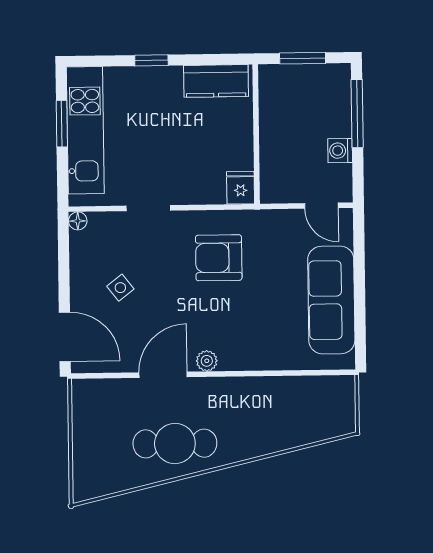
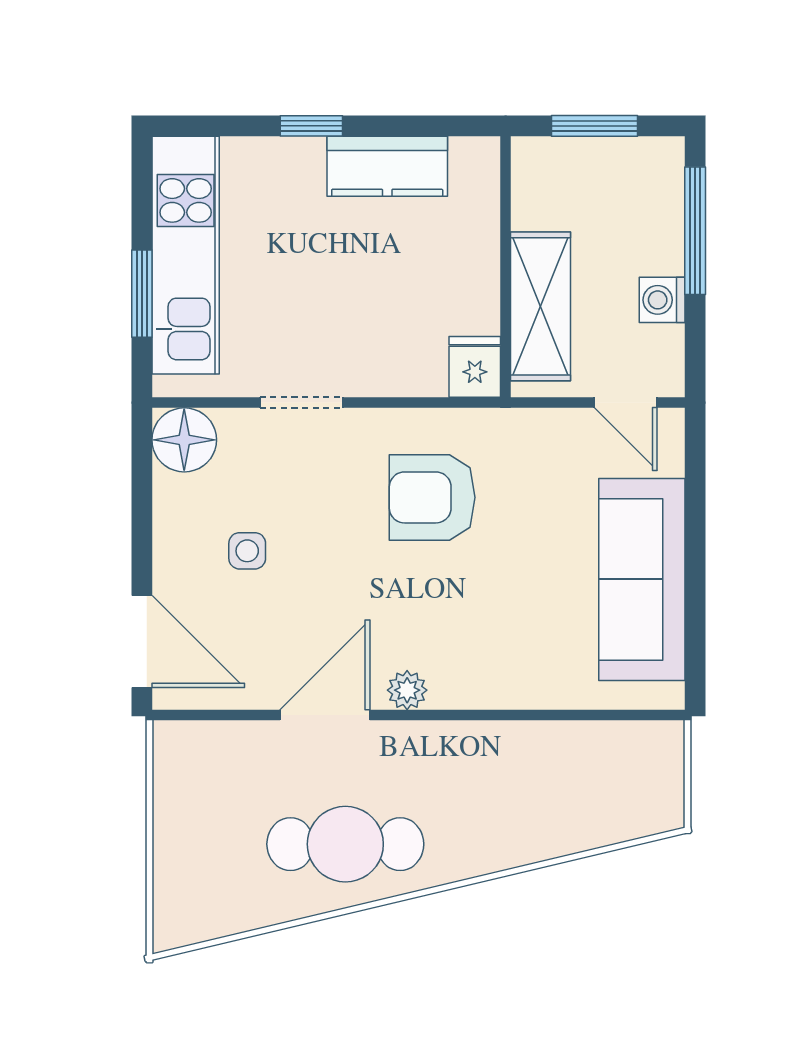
kitchen counter: (216, 81) -> (387, 166), moved
window: (62, 124) -> (142, 294), moved
shelving: (275, 155) -> (540, 306), added
floor lamp: (78, 221) -> (184, 440), width x1.89, depth x1.89
side table: (120, 288) -> (247, 551), turned 38

